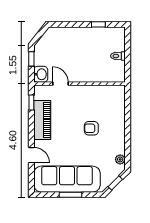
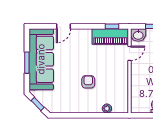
piano: (42, 120) -> (110, 36), moved
plant: (120, 159) -> (107, 108), moved

